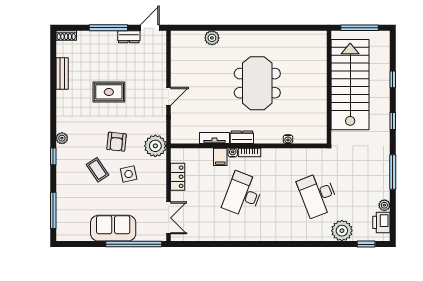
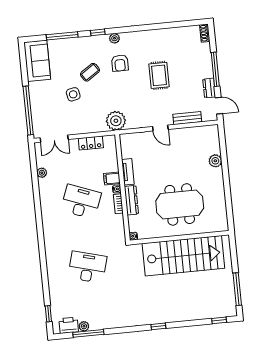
bench: (62, 74) -> (187, 118), moved
window: (393, 79) -> (219, 320), moved
stairs: (350, 85) -> (183, 256), moved
wall: (329, 87) -> (179, 238), moved
dresser: (242, 137) -> (131, 200), width x1.44
armchair: (117, 142) -> (120, 63), moved, turned -96
window: (393, 172) -> (88, 333), moved
side table: (129, 174) -> (73, 94), moved
desk: (318, 195) -> (87, 267), turned 36
window: (53, 210) -> (62, 36), moved
sofa: (113, 228) -> (37, 61), moved
plant: (342, 231) -> (42, 173), moved, width x0.53, depth x0.53

